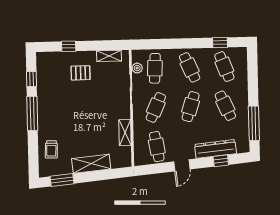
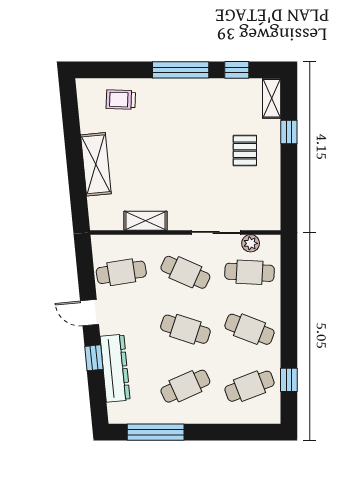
shelving: (109, 56) -> (272, 98), moved
cafe table: (190, 67) -> (250, 329), turned 45
window: (221, 161) -> (94, 358), moved
window: (62, 180) -> (71, 116), removed

